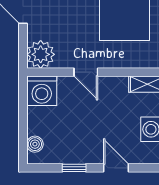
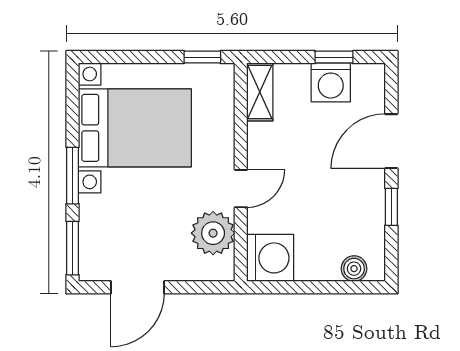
plant: (41, 54) -> (213, 233), moved
door: (116, 168) -> (391, 141), width x1.37

